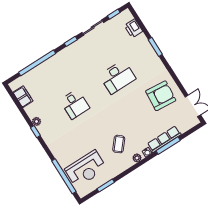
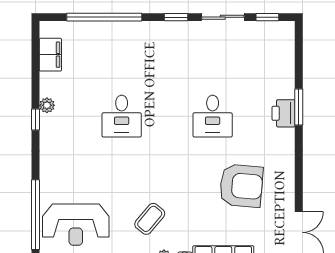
printer: (133, 28) -> (284, 113), moved
desk: (118, 77) -> (213, 116), width x0.73
armchair: (161, 96) -> (241, 186), moved

